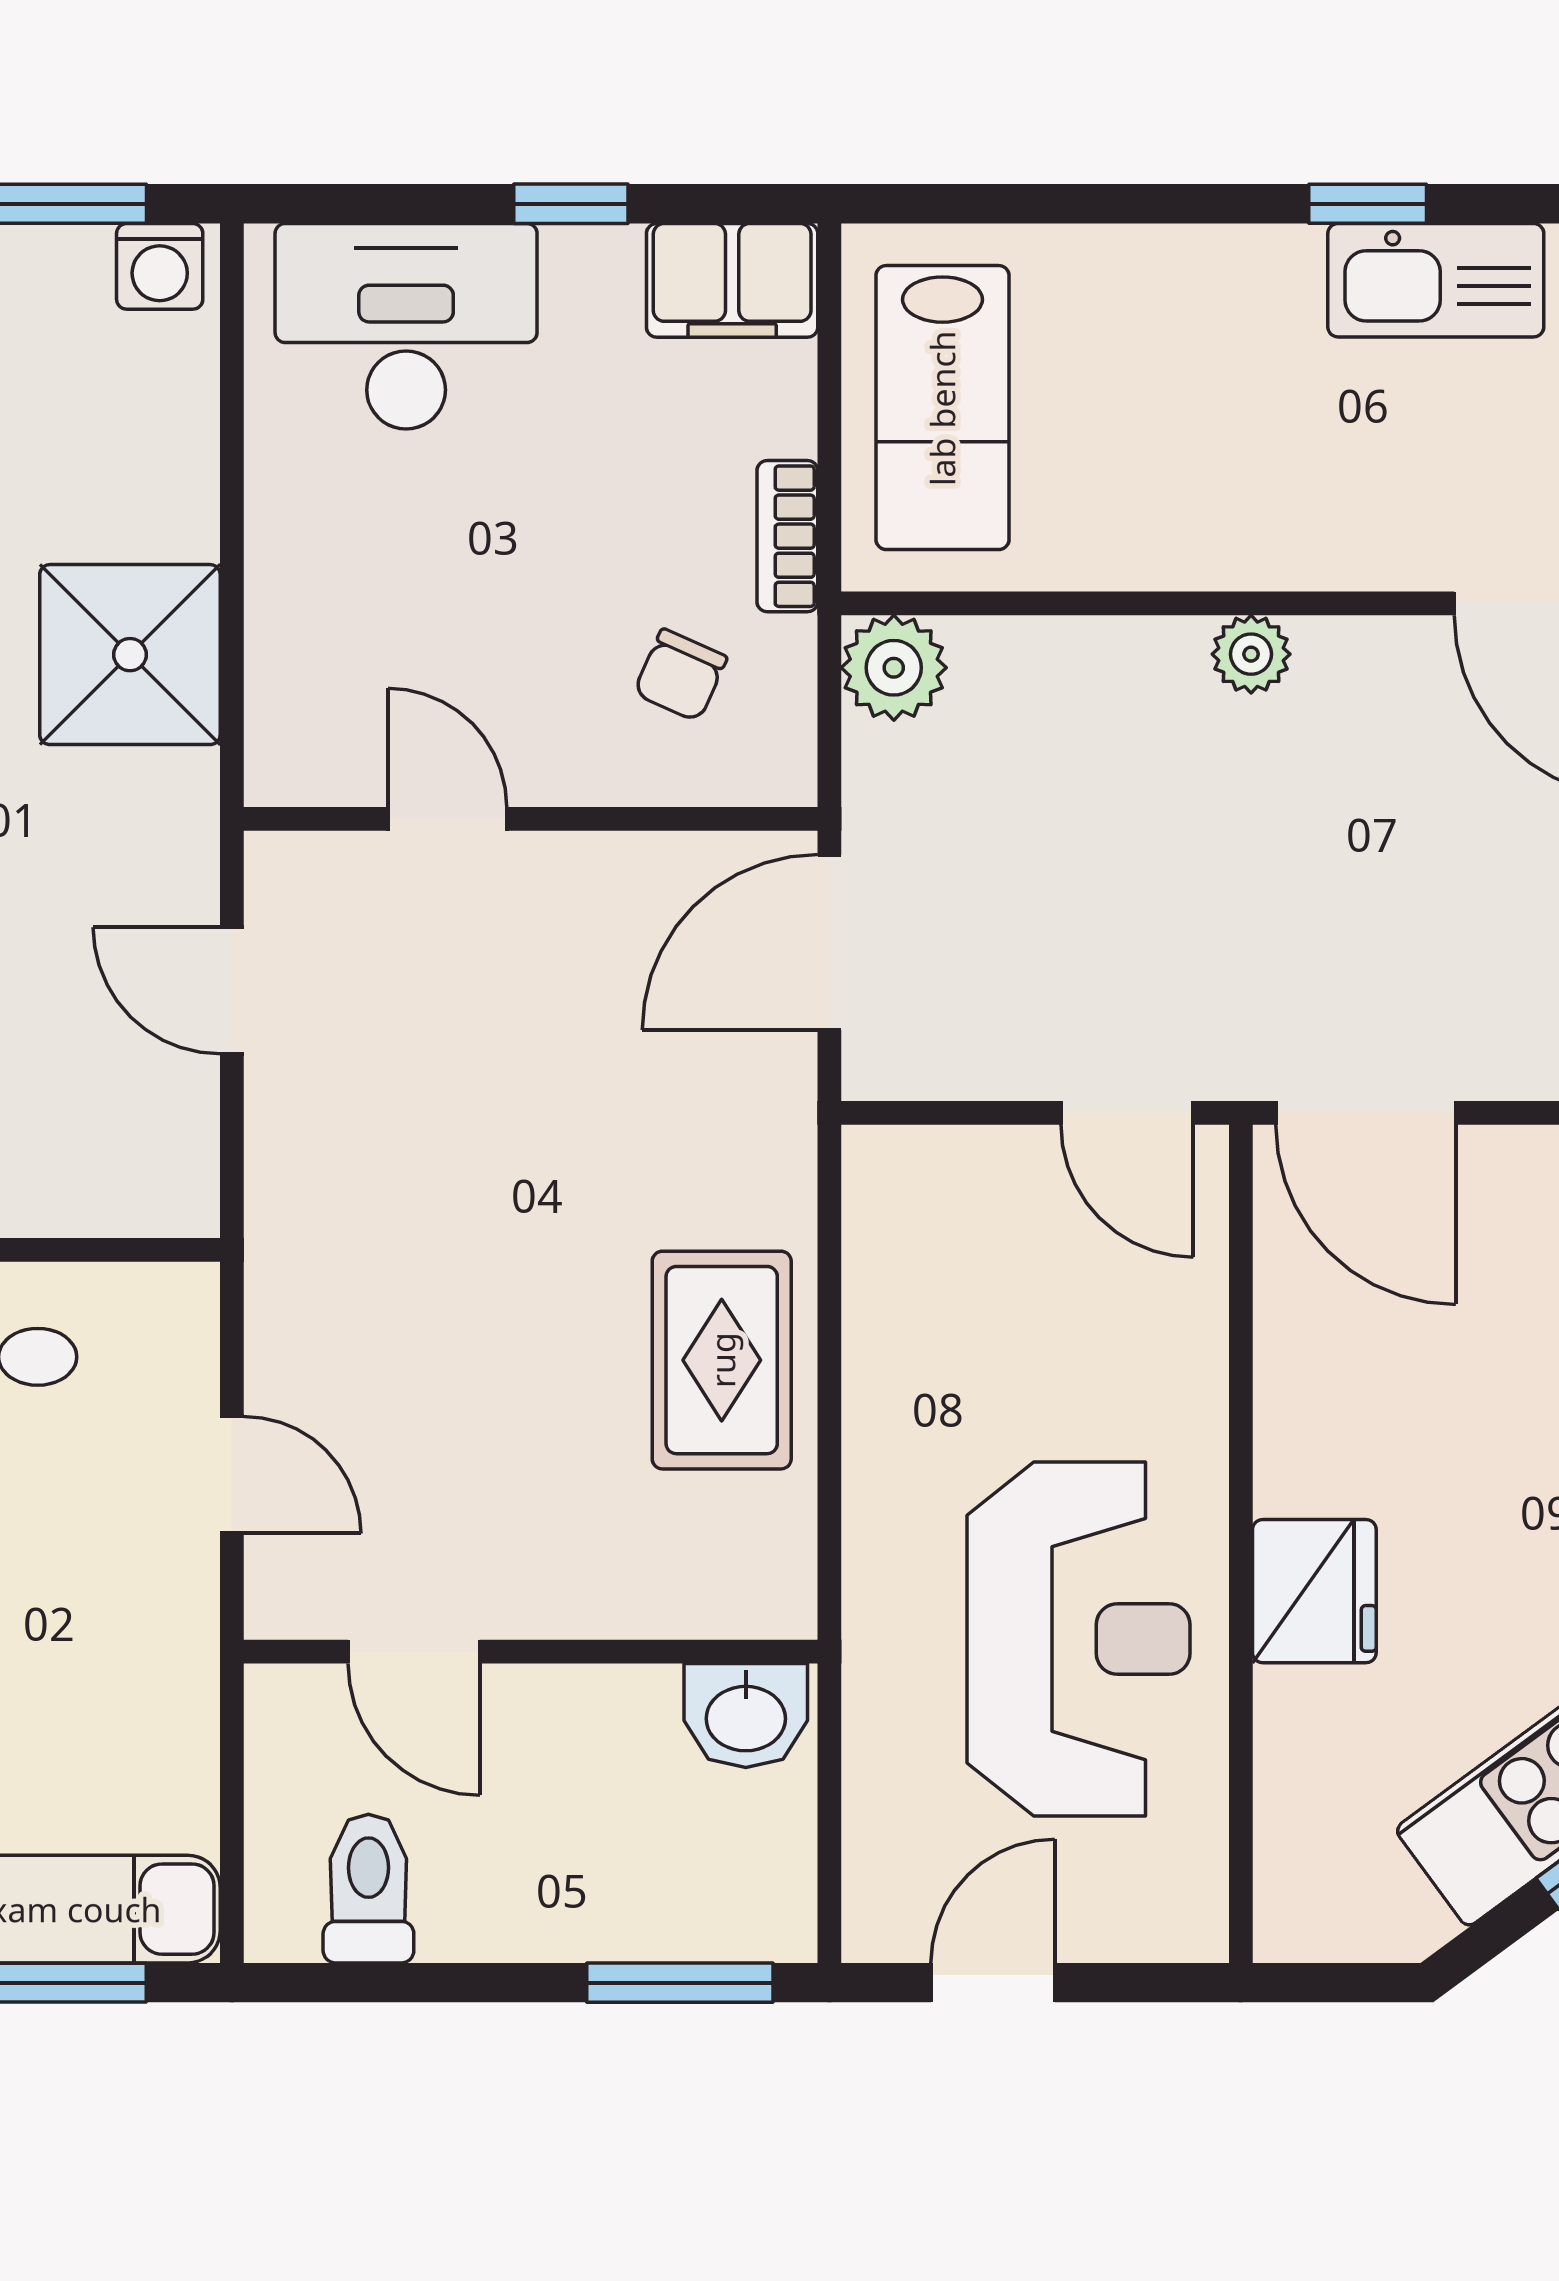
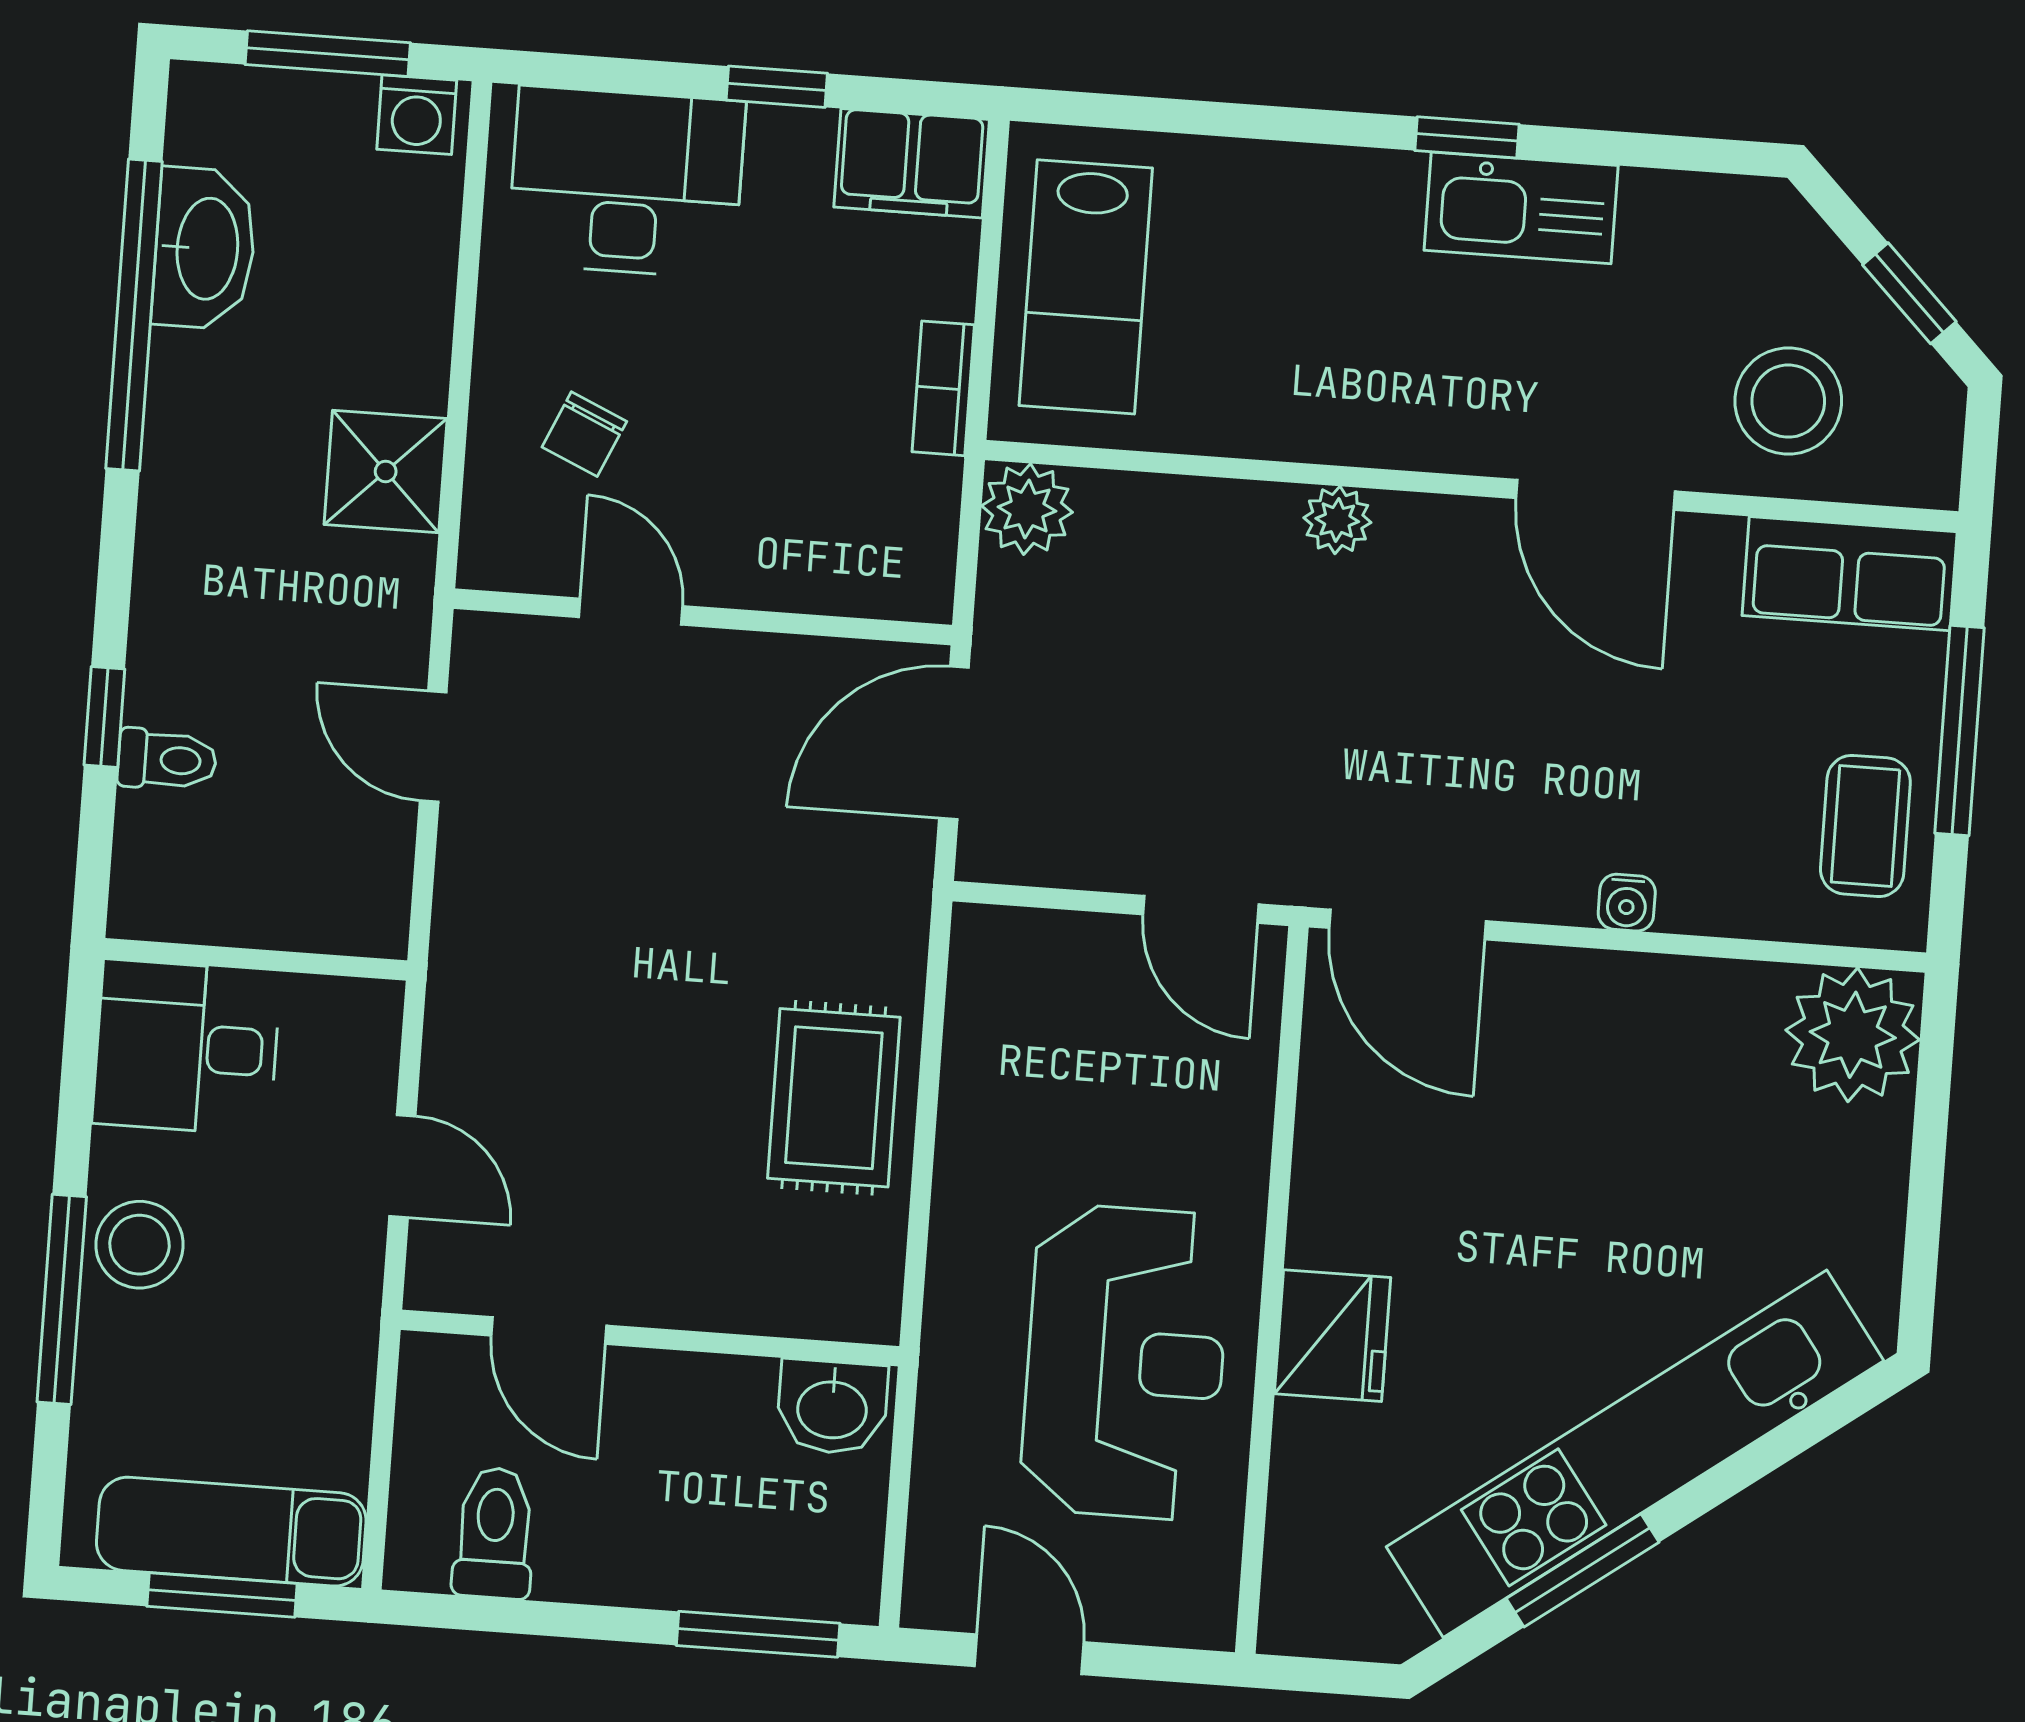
shower: (130, 655) -> (386, 471), width x0.73, depth x0.73
chair: (680, 675) -> (584, 434), moved
door: (993, 1983) -> (1029, 1654), hinge flipped

